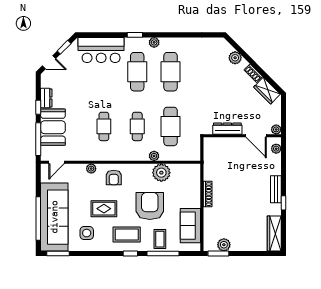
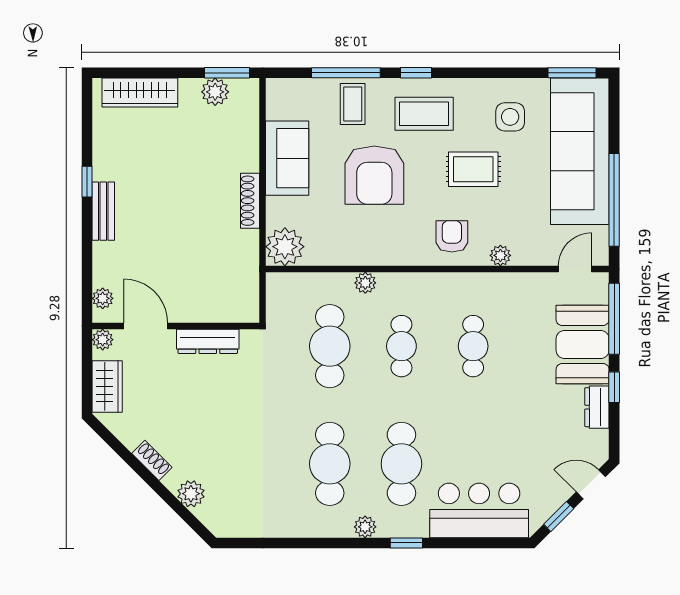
wardrobe: (267, 91) -> (107, 386), moved, turned 45
plant: (161, 173) -> (285, 247), moved
window: (38, 219) -> (614, 200), moved
sofa: (190, 226) -> (287, 158), moved
wardrobe: (274, 234) -> (140, 93), moved, turned 90

